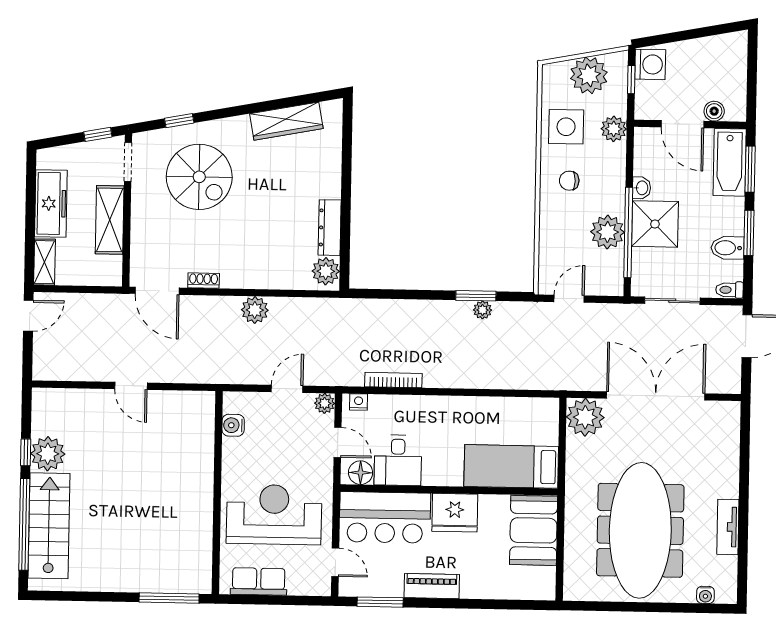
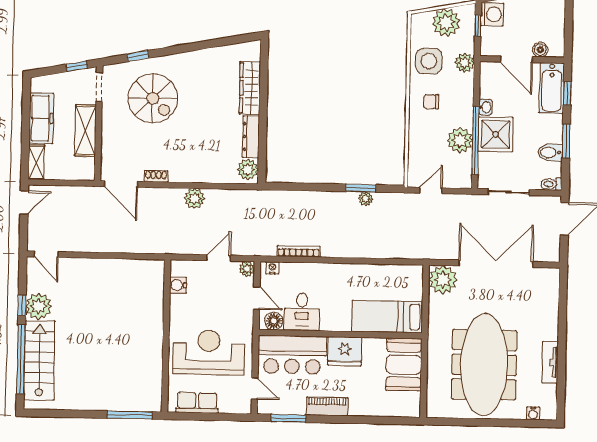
wardrobe: (286, 121) -> (250, 88), moved, turned 101
window: (750, 169) -> (567, 93), width x0.67
door: (131, 386) -> (46, 254), moved

